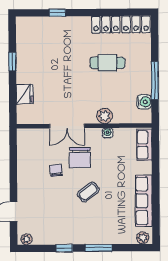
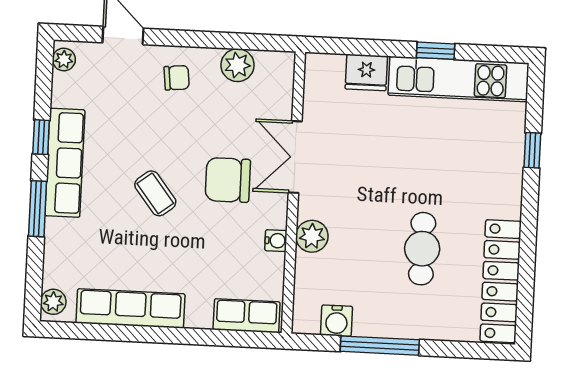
kitchen unit: (25, 50) -> (459, 79), added
plant: (25, 156) -> (238, 65), added
chair: (56, 170) -> (177, 78), moved
row of seats: (76, 236) -> (65, 163), added

